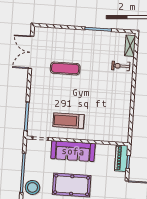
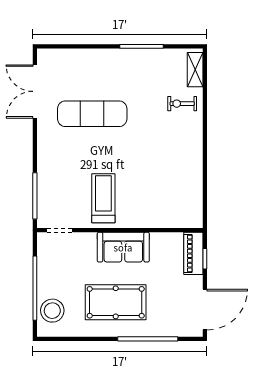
exercise mat: (65, 68) -> (92, 114), width x1.36, depth x1.45
treadmill: (68, 121) -> (103, 198), turned 90
sofa: (73, 151) -> (123, 247), width x0.73

